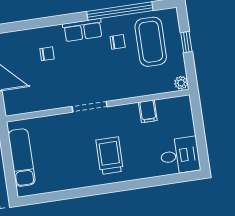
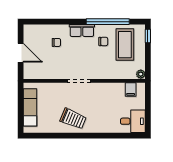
window: (186, 42) -> (148, 36), moved
filing cabinet: (148, 111) -> (131, 89), moved
trolley: (110, 156) -> (73, 119), moved, turned 113

